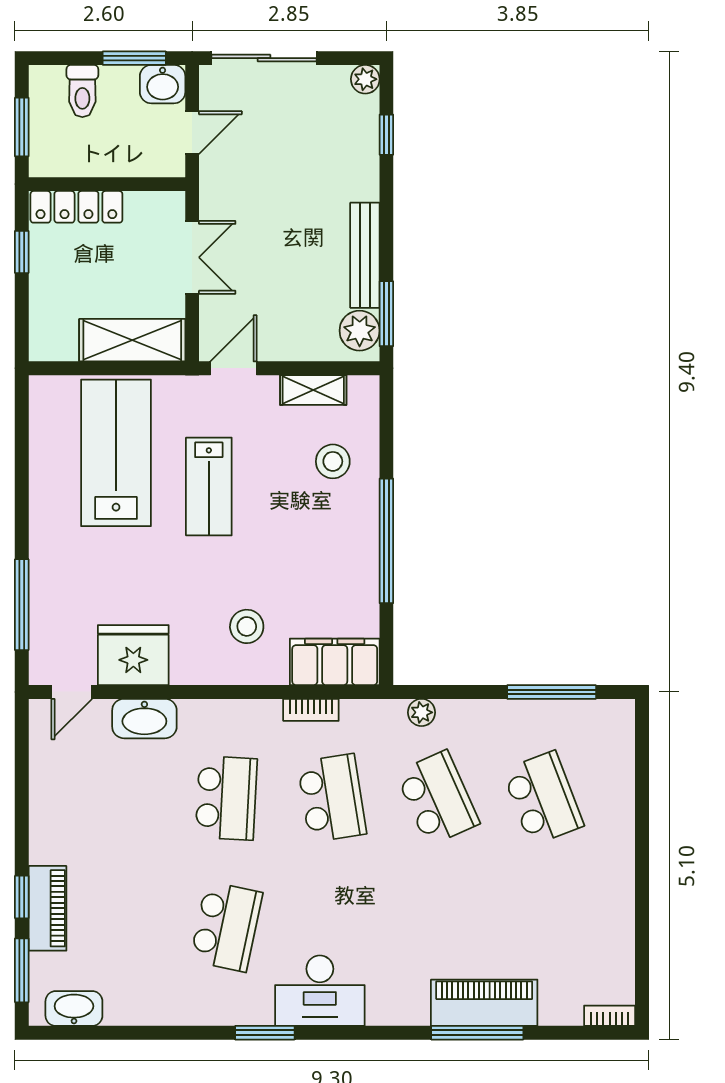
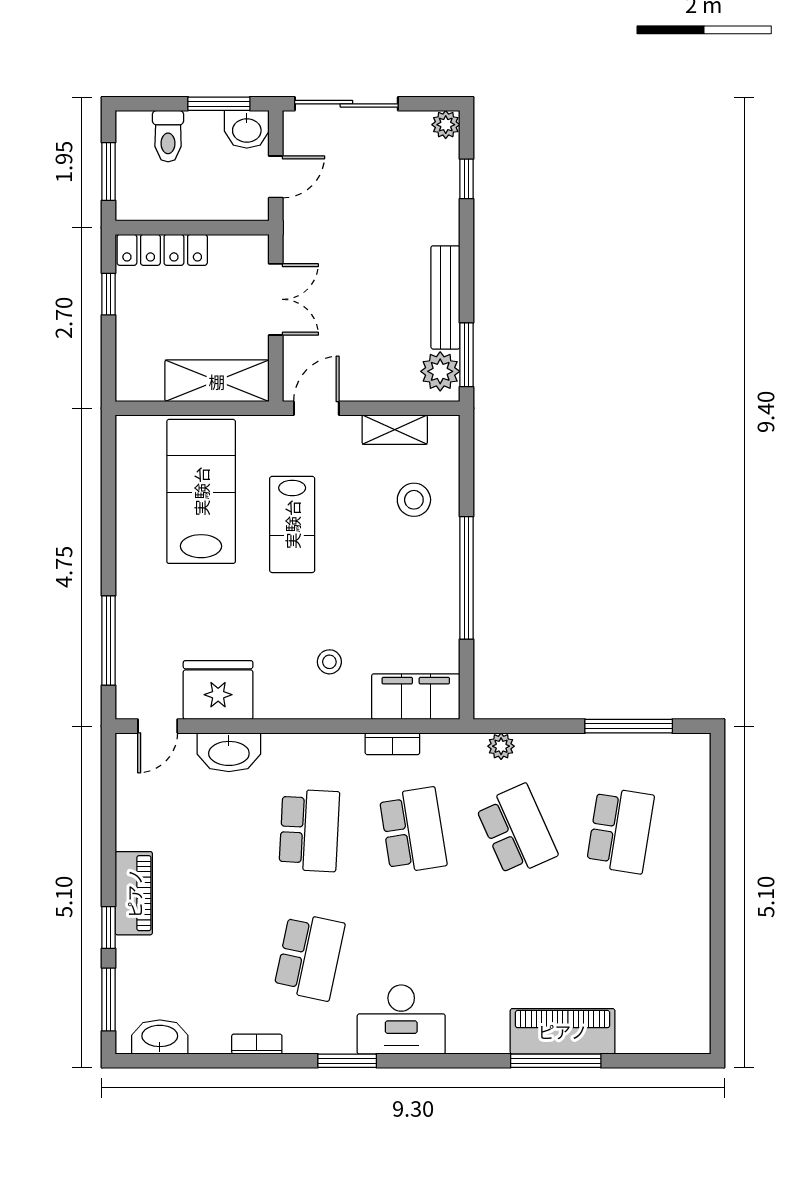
stool: (247, 626) -> (329, 662), width x0.73, depth x0.73
school desk: (543, 798) -> (620, 830), turned 30
piano: (48, 908) -> (134, 893), moved
bookcase: (610, 1016) -> (257, 1044), moved

